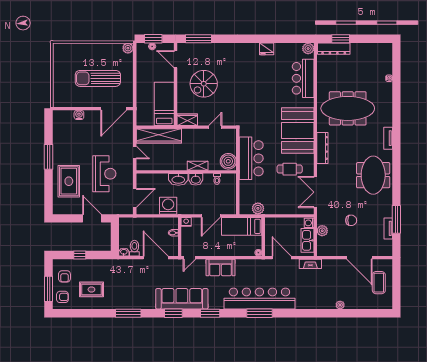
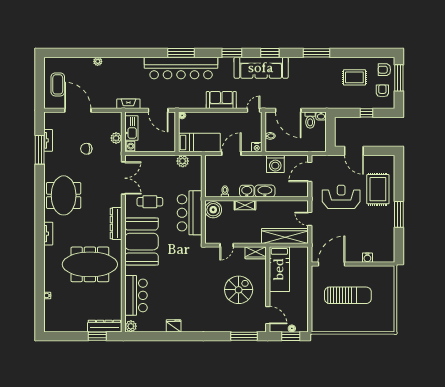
plant: (128, 48) -> (317, 327), removed
reception desk: (104, 174) -> (341, 197), turned 90

